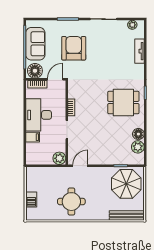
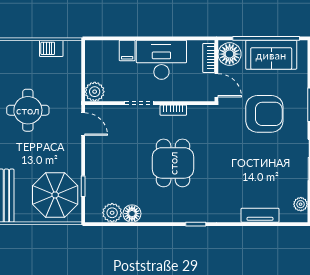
dining table: (123, 102) -> (173, 163), moved
barbecue: (31, 200) -> (51, 48), moved

